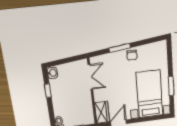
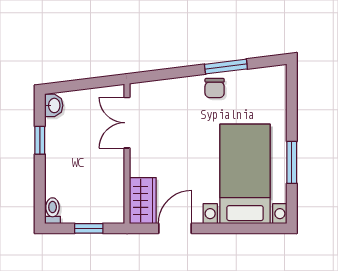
window: (120, 48) -> (226, 67), moved
double door: (90, 77) -> (127, 123), swing flipped

